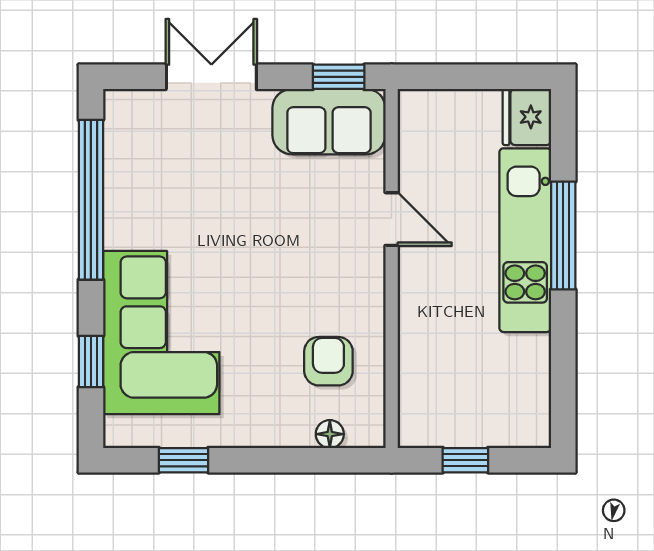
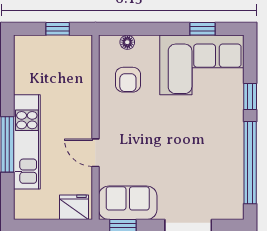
fridge: (527, 117) -> (74, 207), moved, turned -90
corner sofa: (161, 332) -> (202, 65), moved, turned -90
window: (91, 362) -> (250, 97), moved

